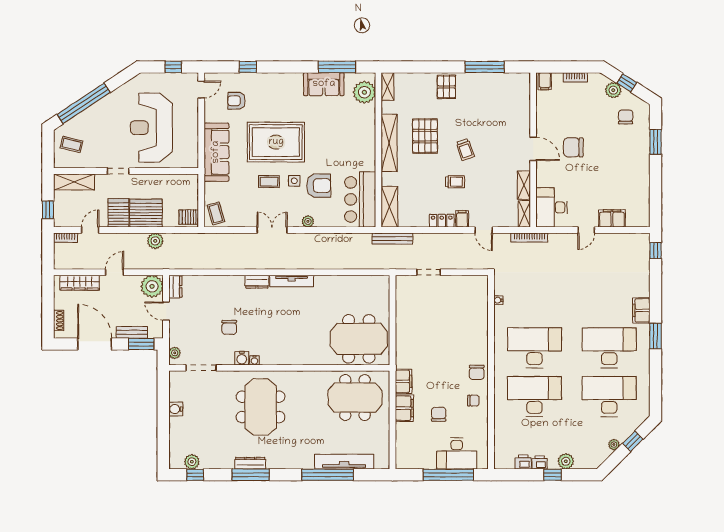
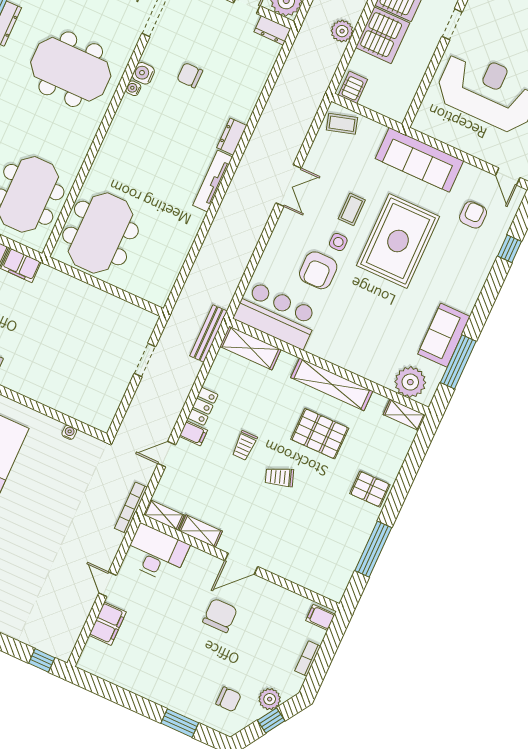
plant: (308, 221) -> (279, 236), removed

